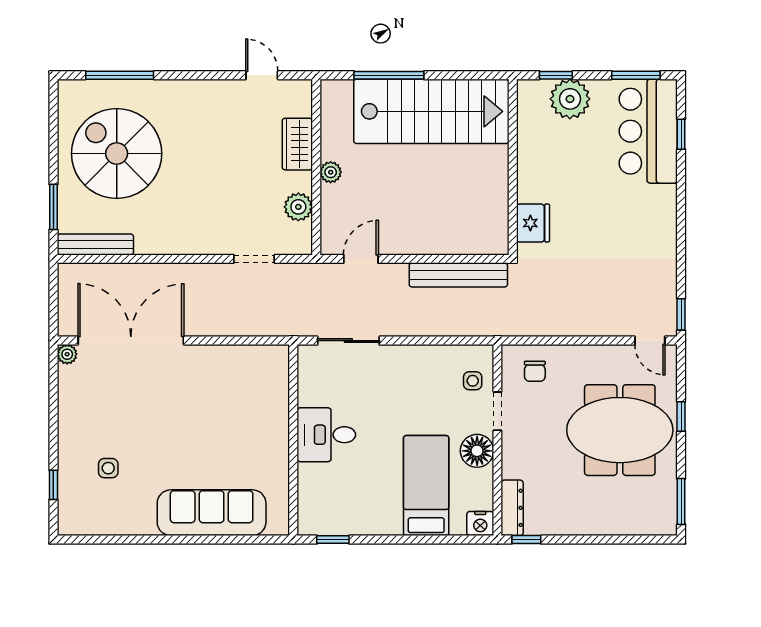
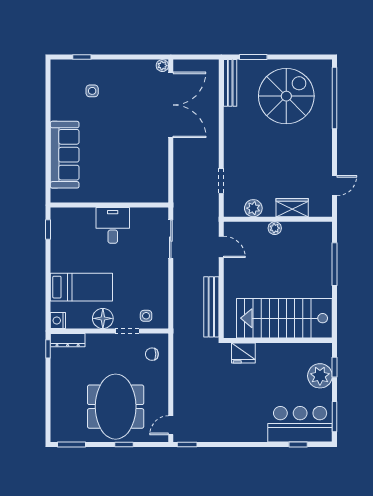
window: (120, 75) -> (335, 98), width x1.46
stairs: (431, 111) -> (284, 318), moved, turned 90

